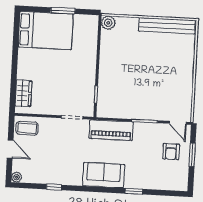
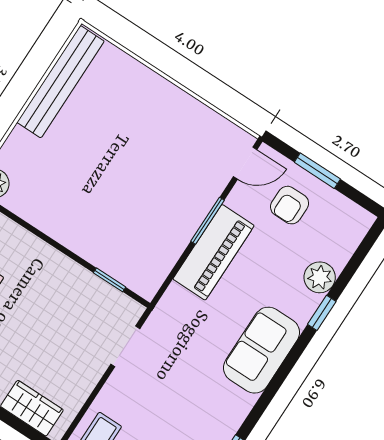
piano: (111, 130) -> (214, 252), moved
armchair: (171, 152) -> (290, 205), turned 90
plant: (148, 182) -> (320, 277), added

